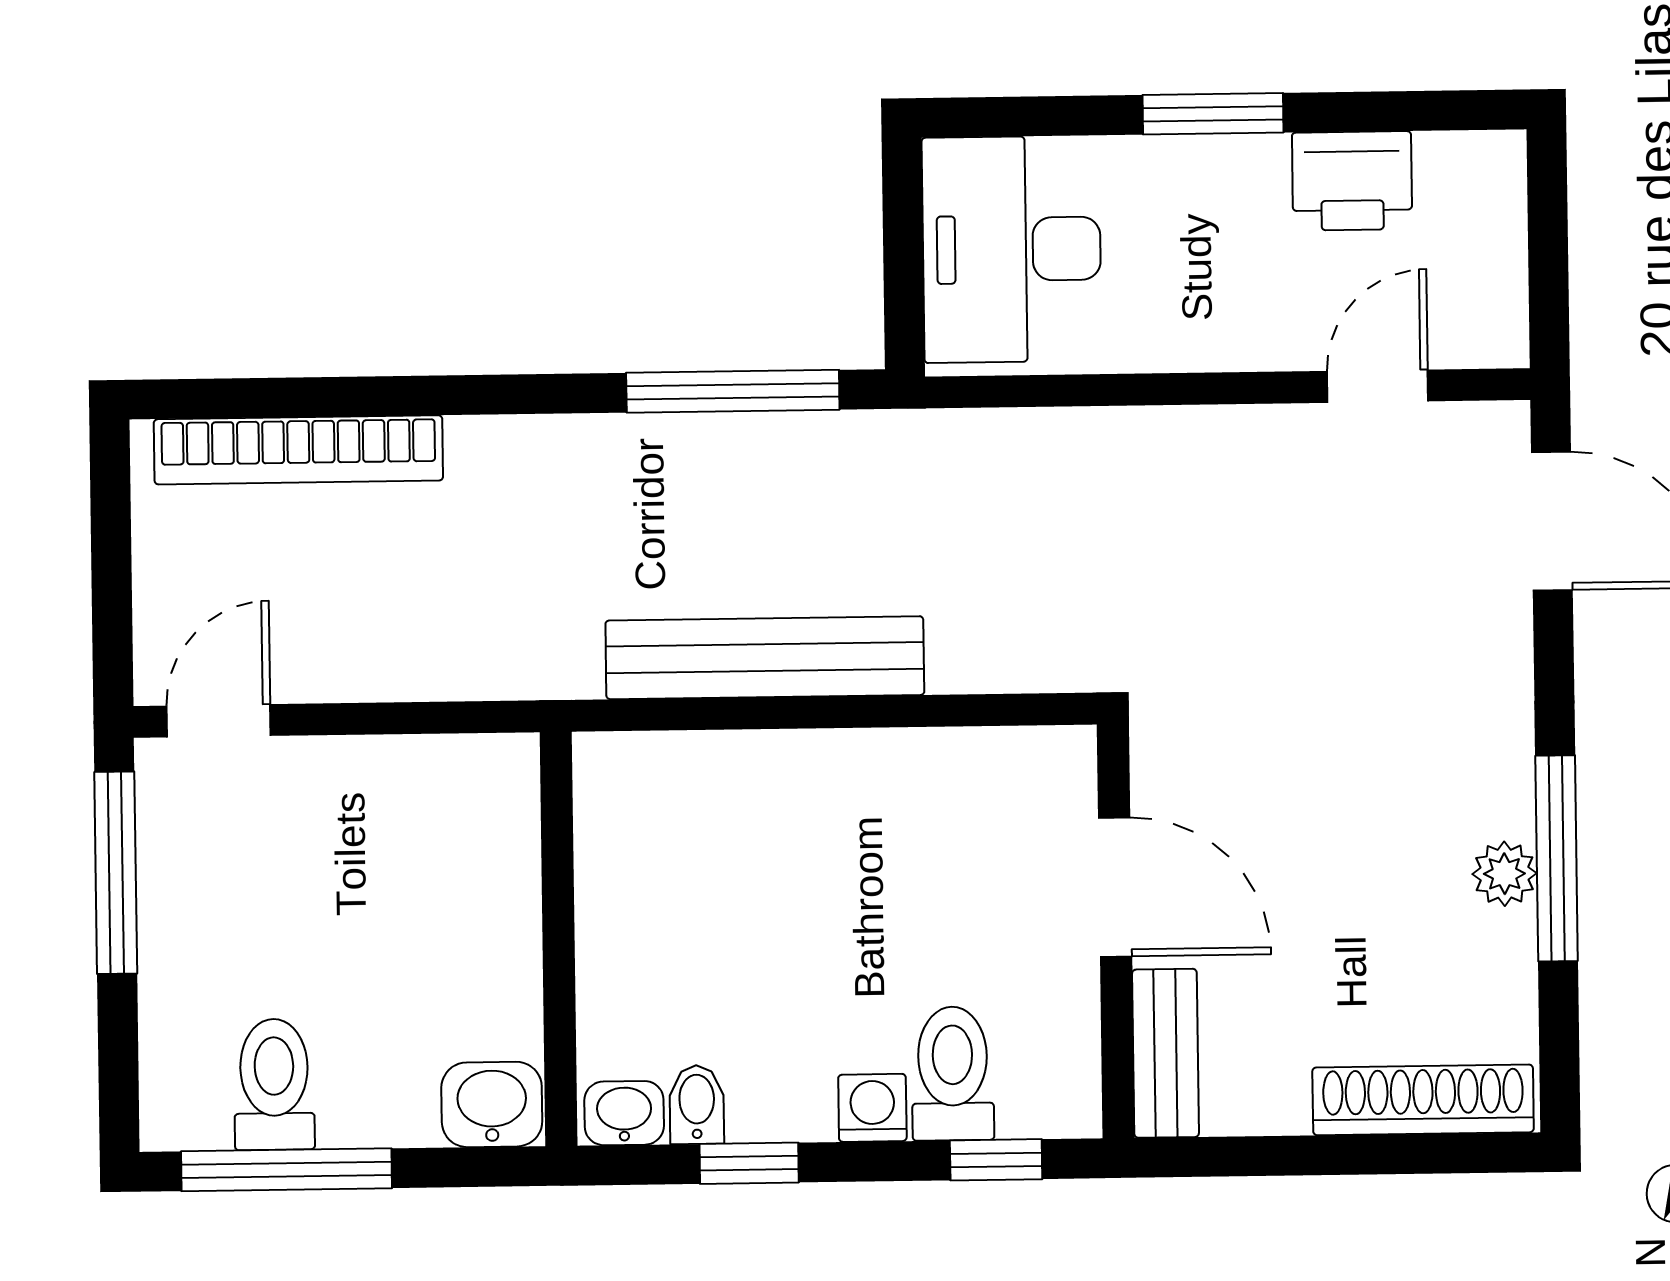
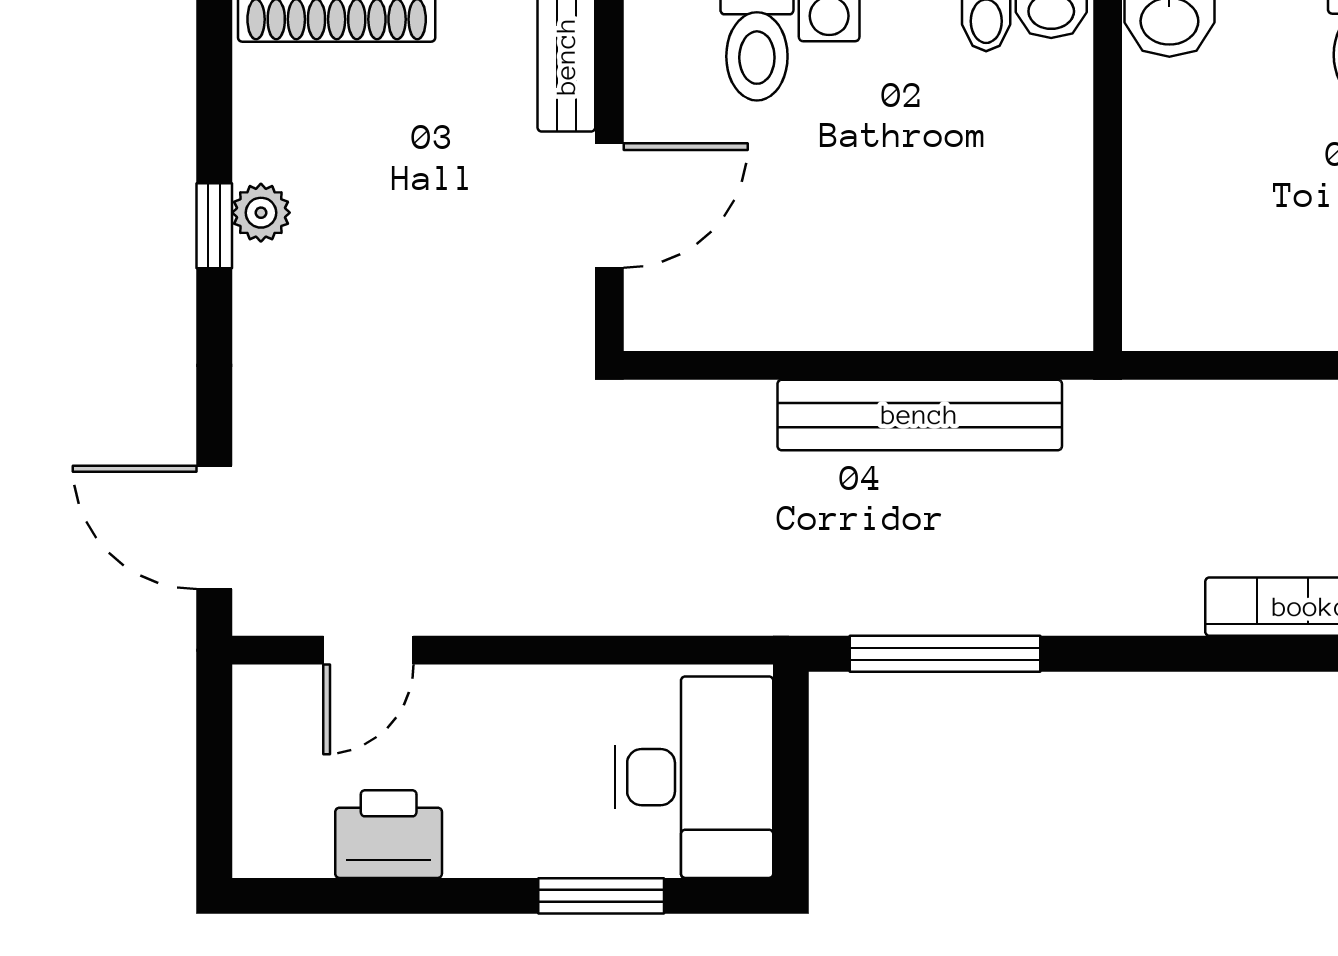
window: (1213, 114) -> (601, 896), moved
window: (1557, 858) -> (214, 226), width x0.46
door: (1115, 887) -> (609, 206), swing flipped

